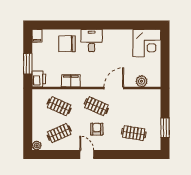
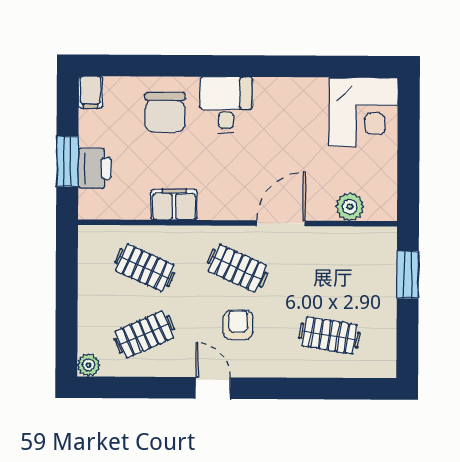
chair: (67, 44) -> (165, 112), turned -90
printer: (39, 79) -> (95, 168), moved
window: (165, 128) -> (408, 275), moved

